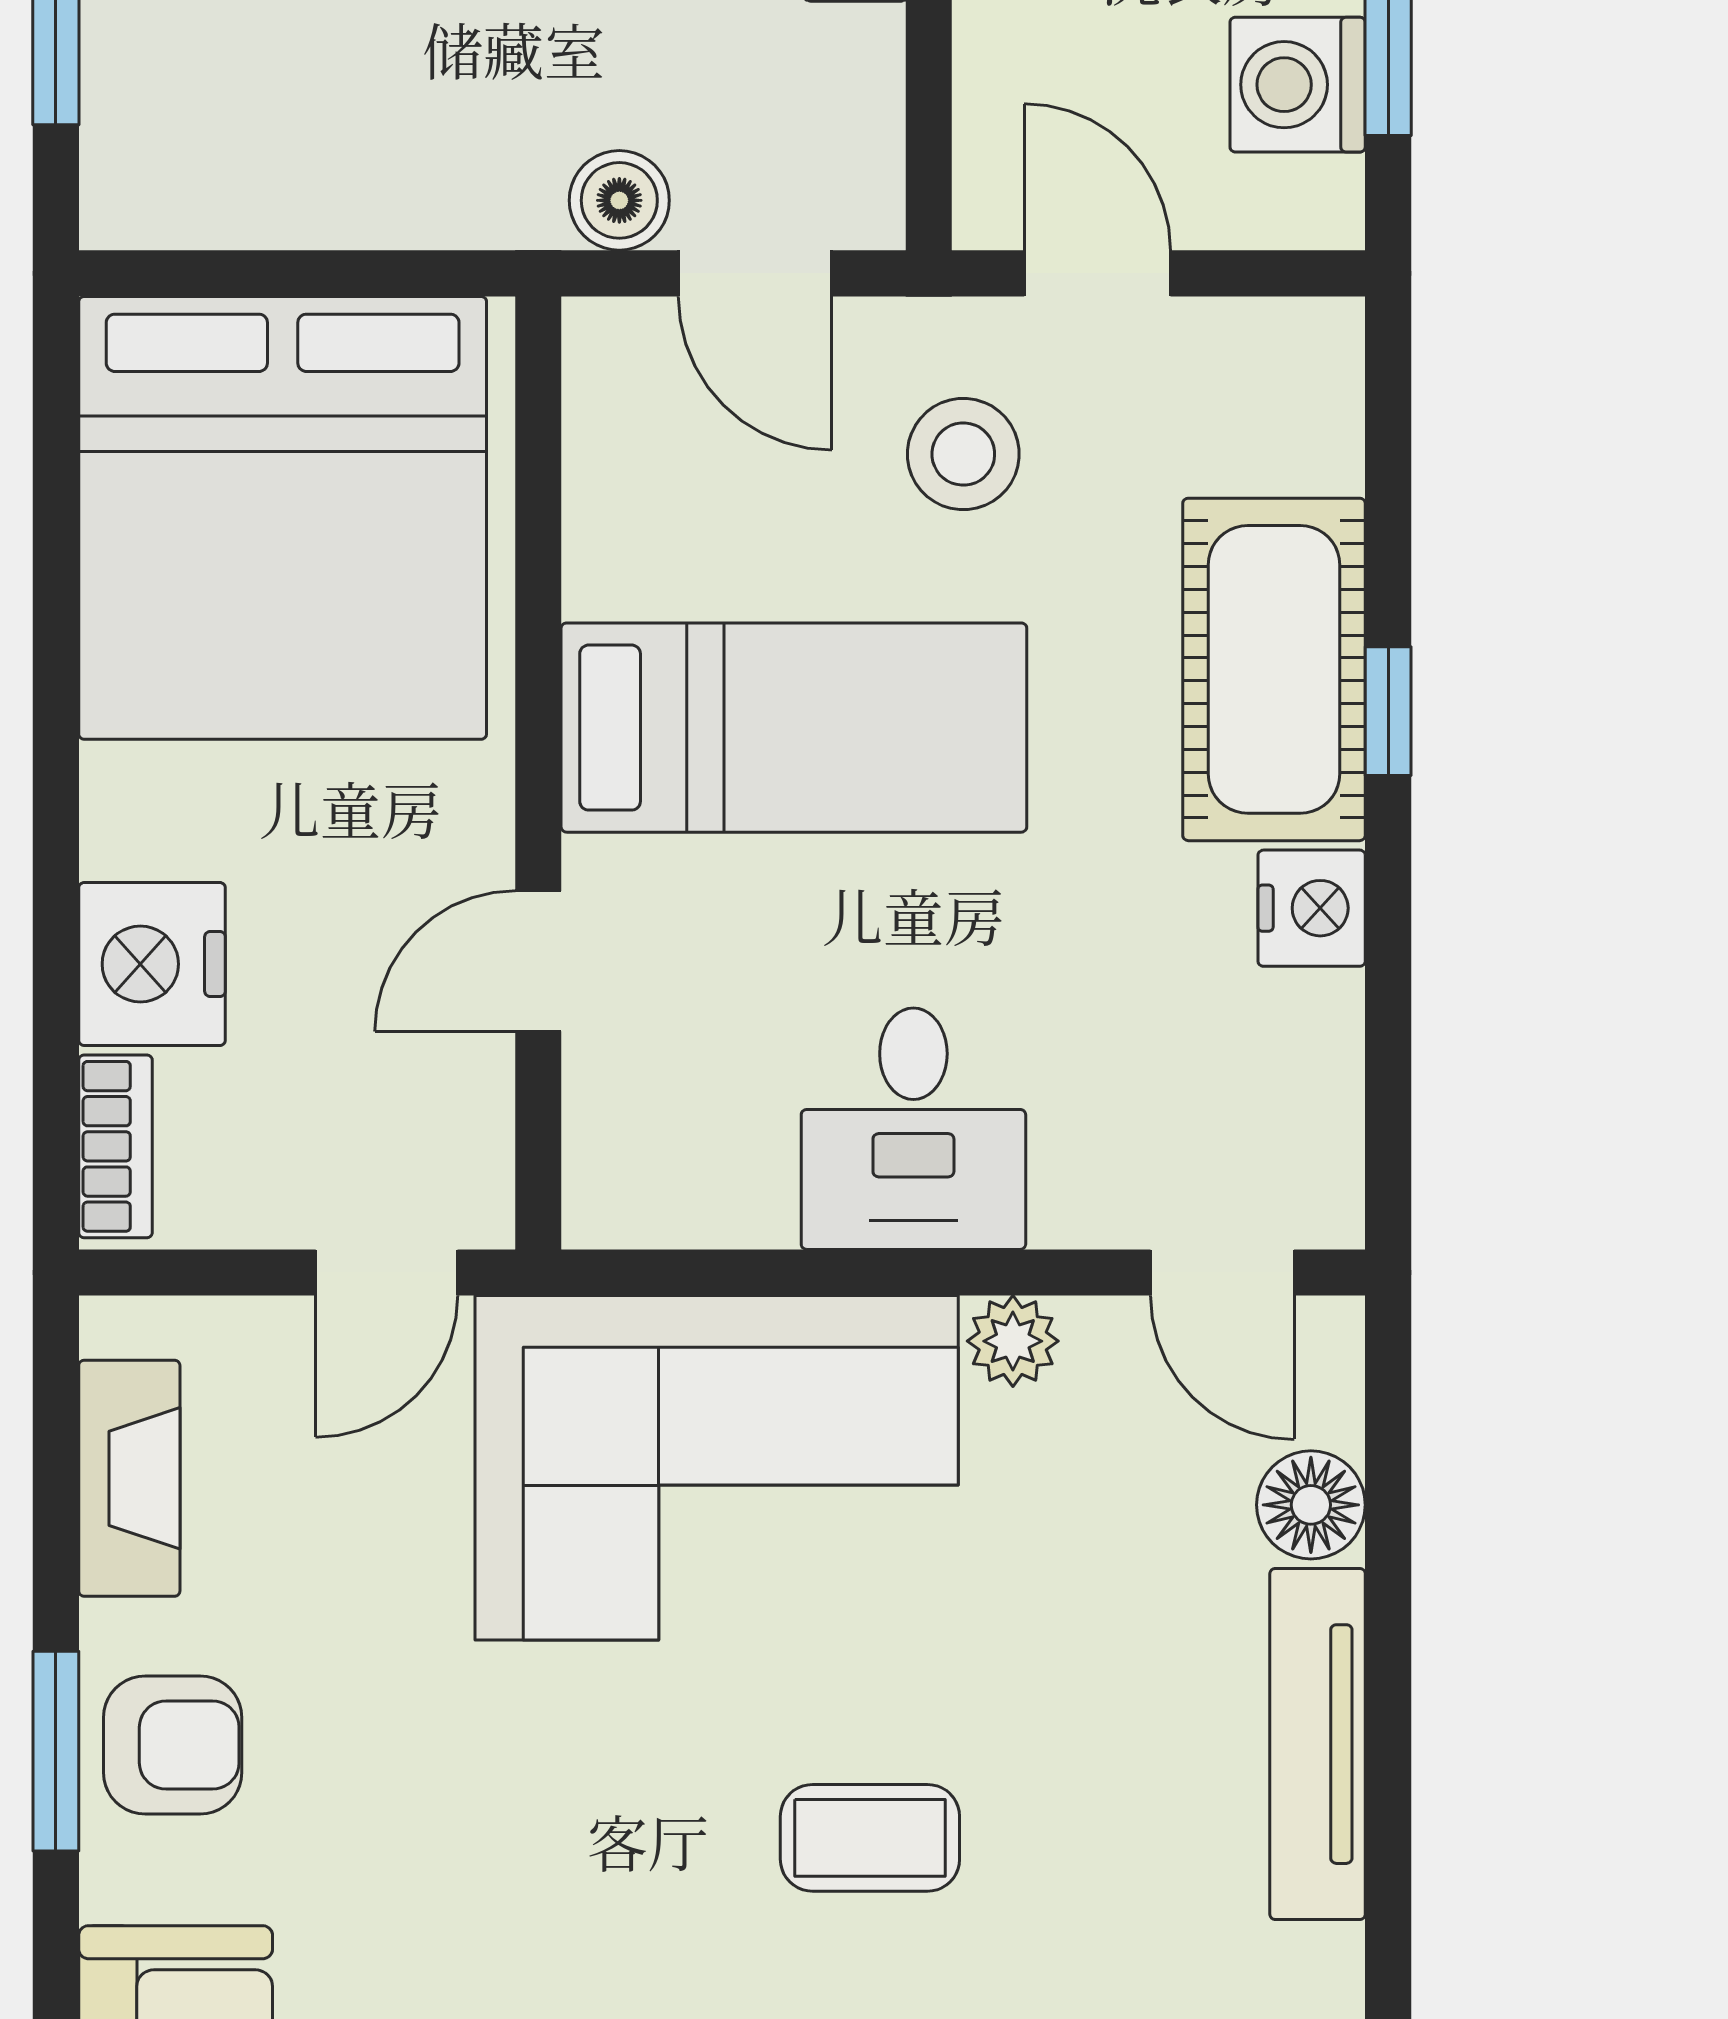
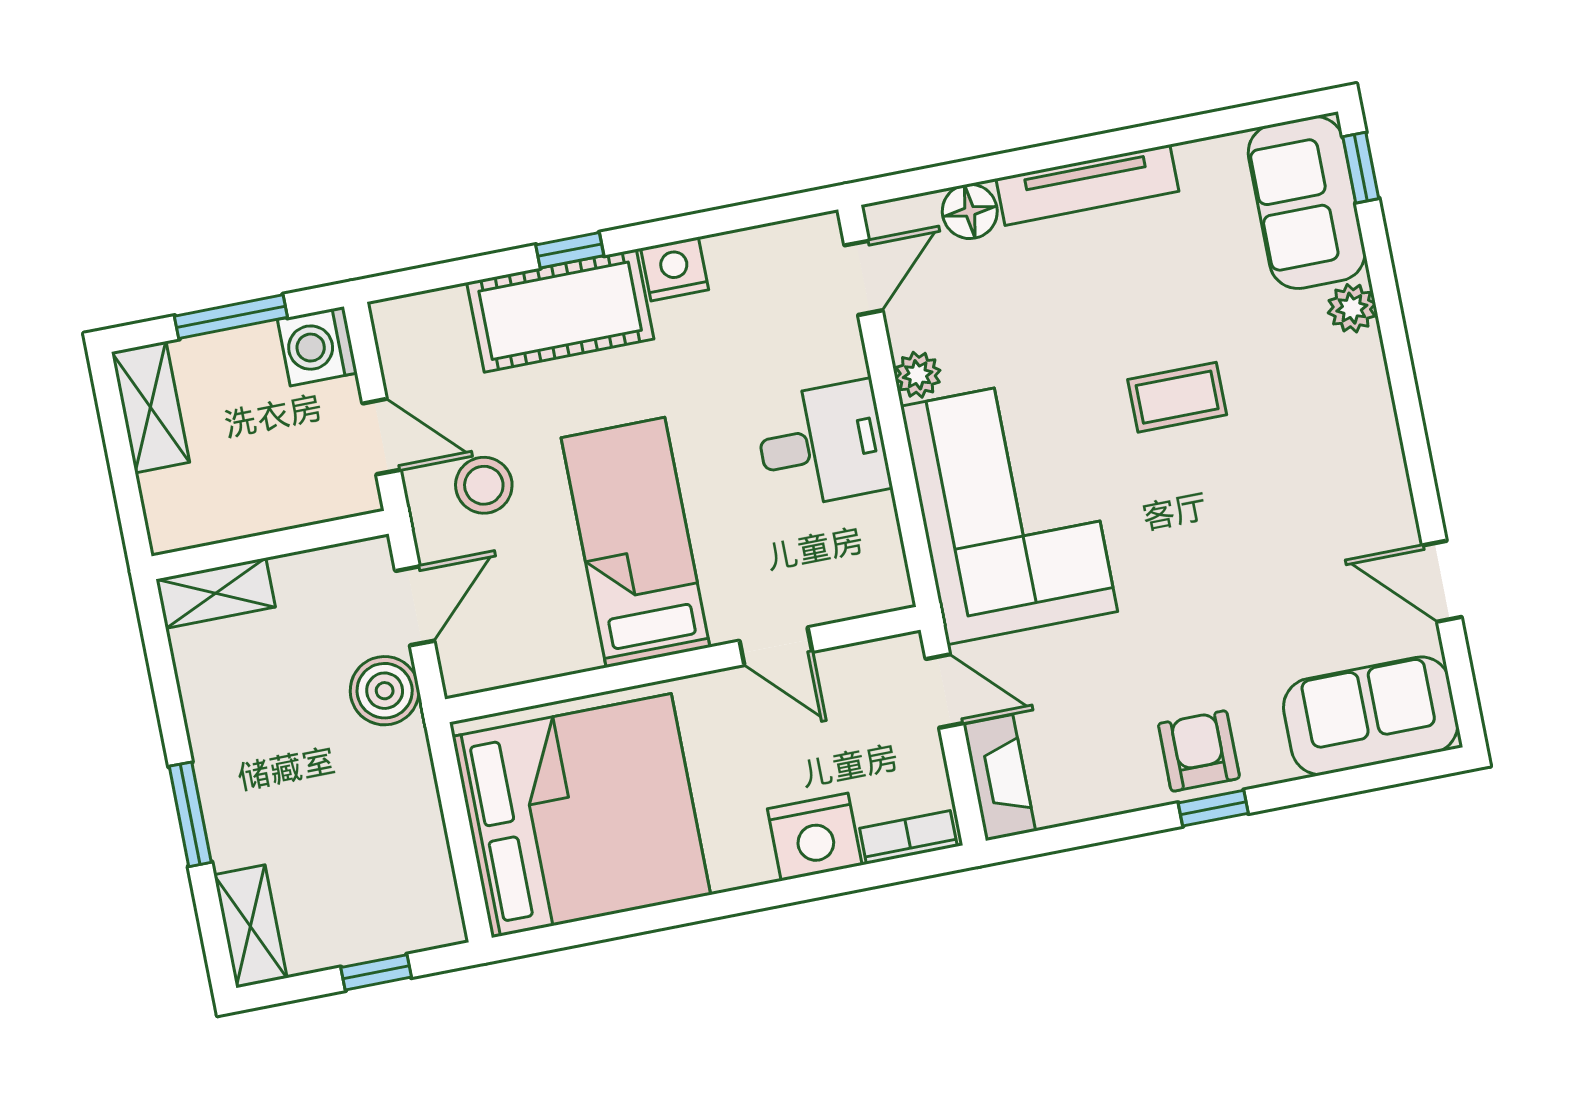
washing machine: (1298, 85) -> (317, 346), moved, turned 90
boiler: (619, 200) -> (385, 691), width x1.36, depth x1.36
door: (1097, 273) -> (381, 437), swing flipped
fireplace: (129, 1478) -> (999, 778), moved, turned 90
window: (56, 1751) -> (1213, 808), width x0.67
coffee table: (870, 1838) -> (1177, 397), turned 90

